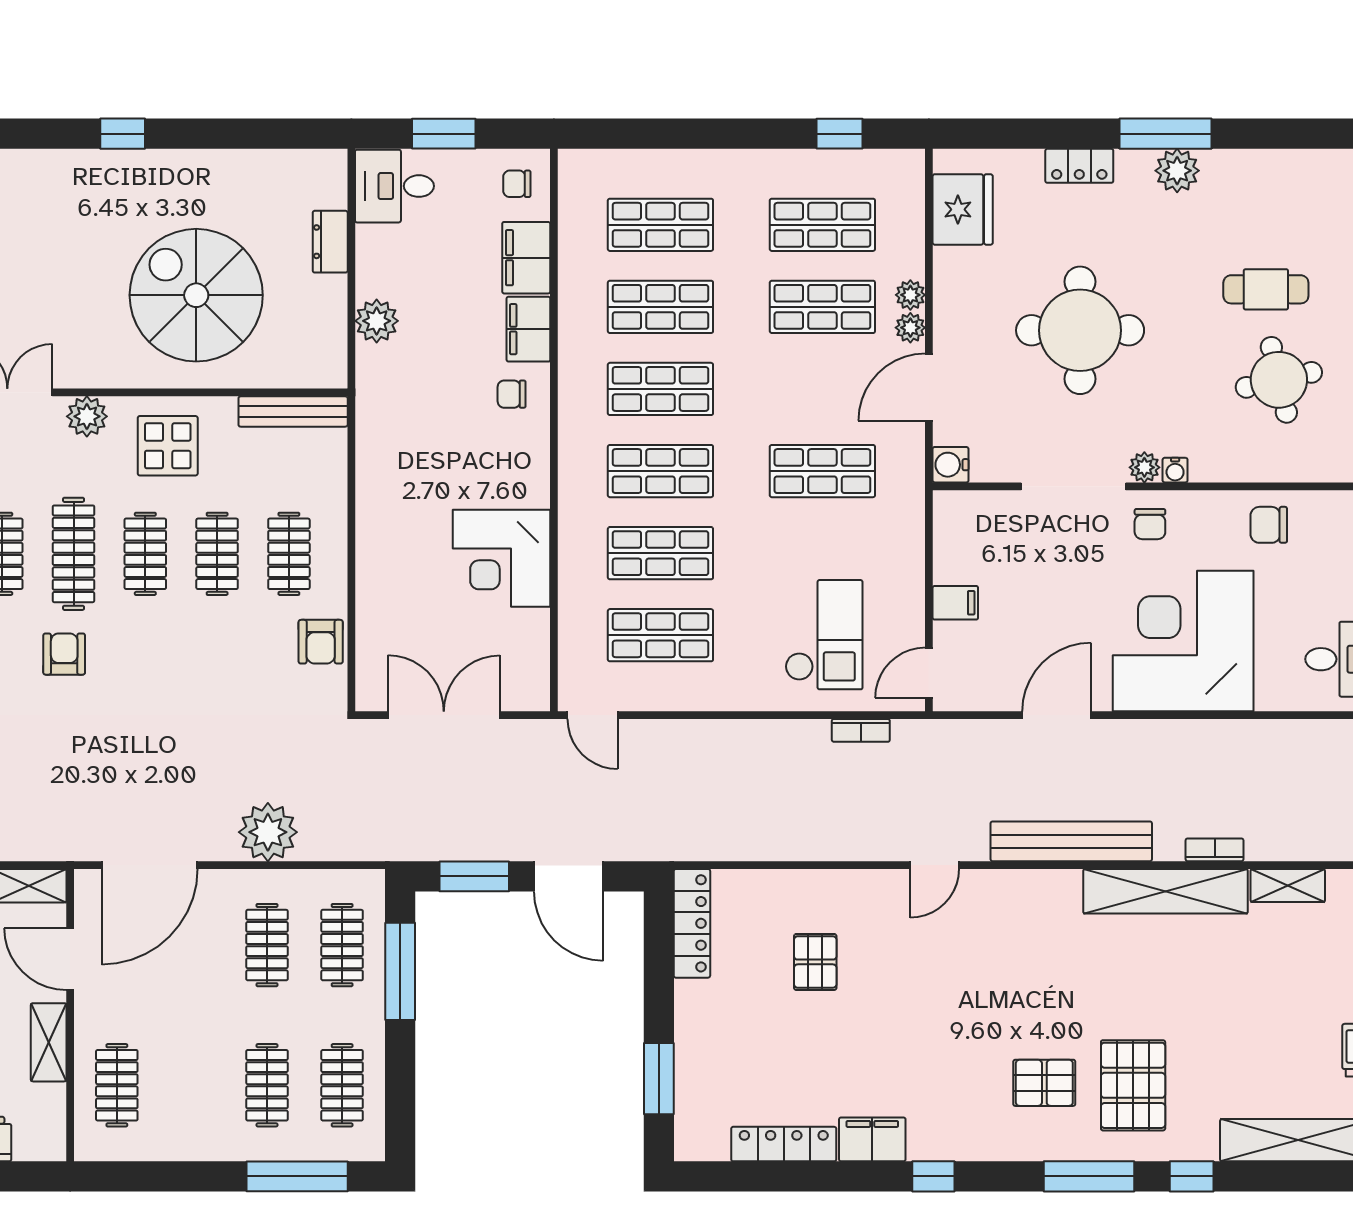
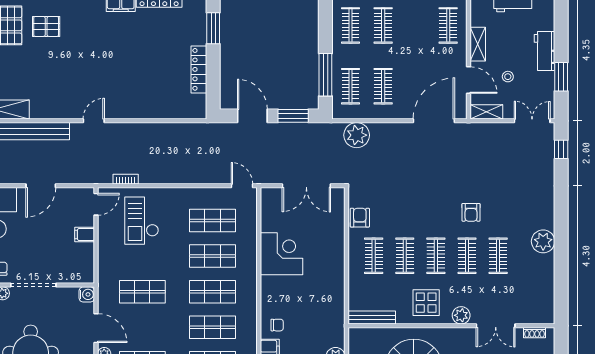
door: (929, 387) -> (96, 328), hinge flipped
clothes rail: (74, 554) -> (467, 256), width x0.73
plant: (268, 832) -> (357, 135), moved
locker: (692, 923) -> (199, 69), moved
pallet: (815, 962) -> (145, 79), removed

